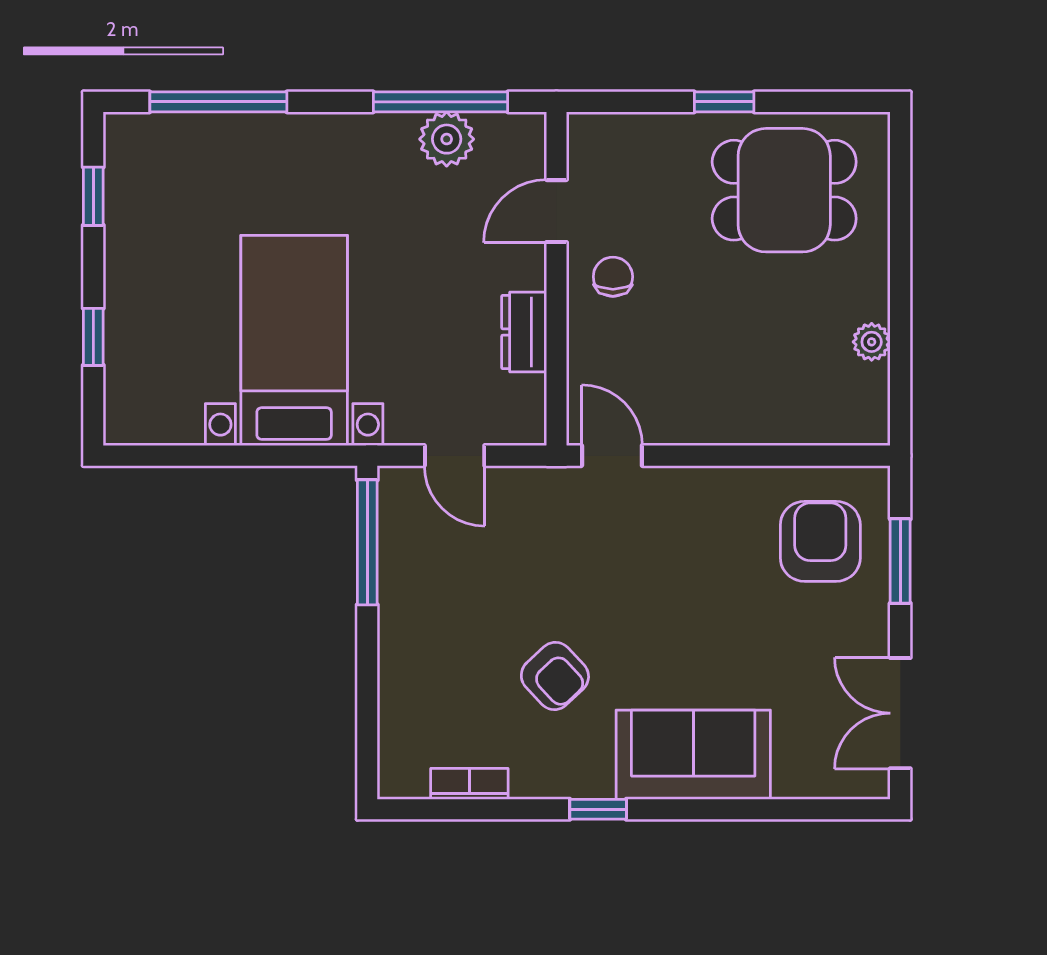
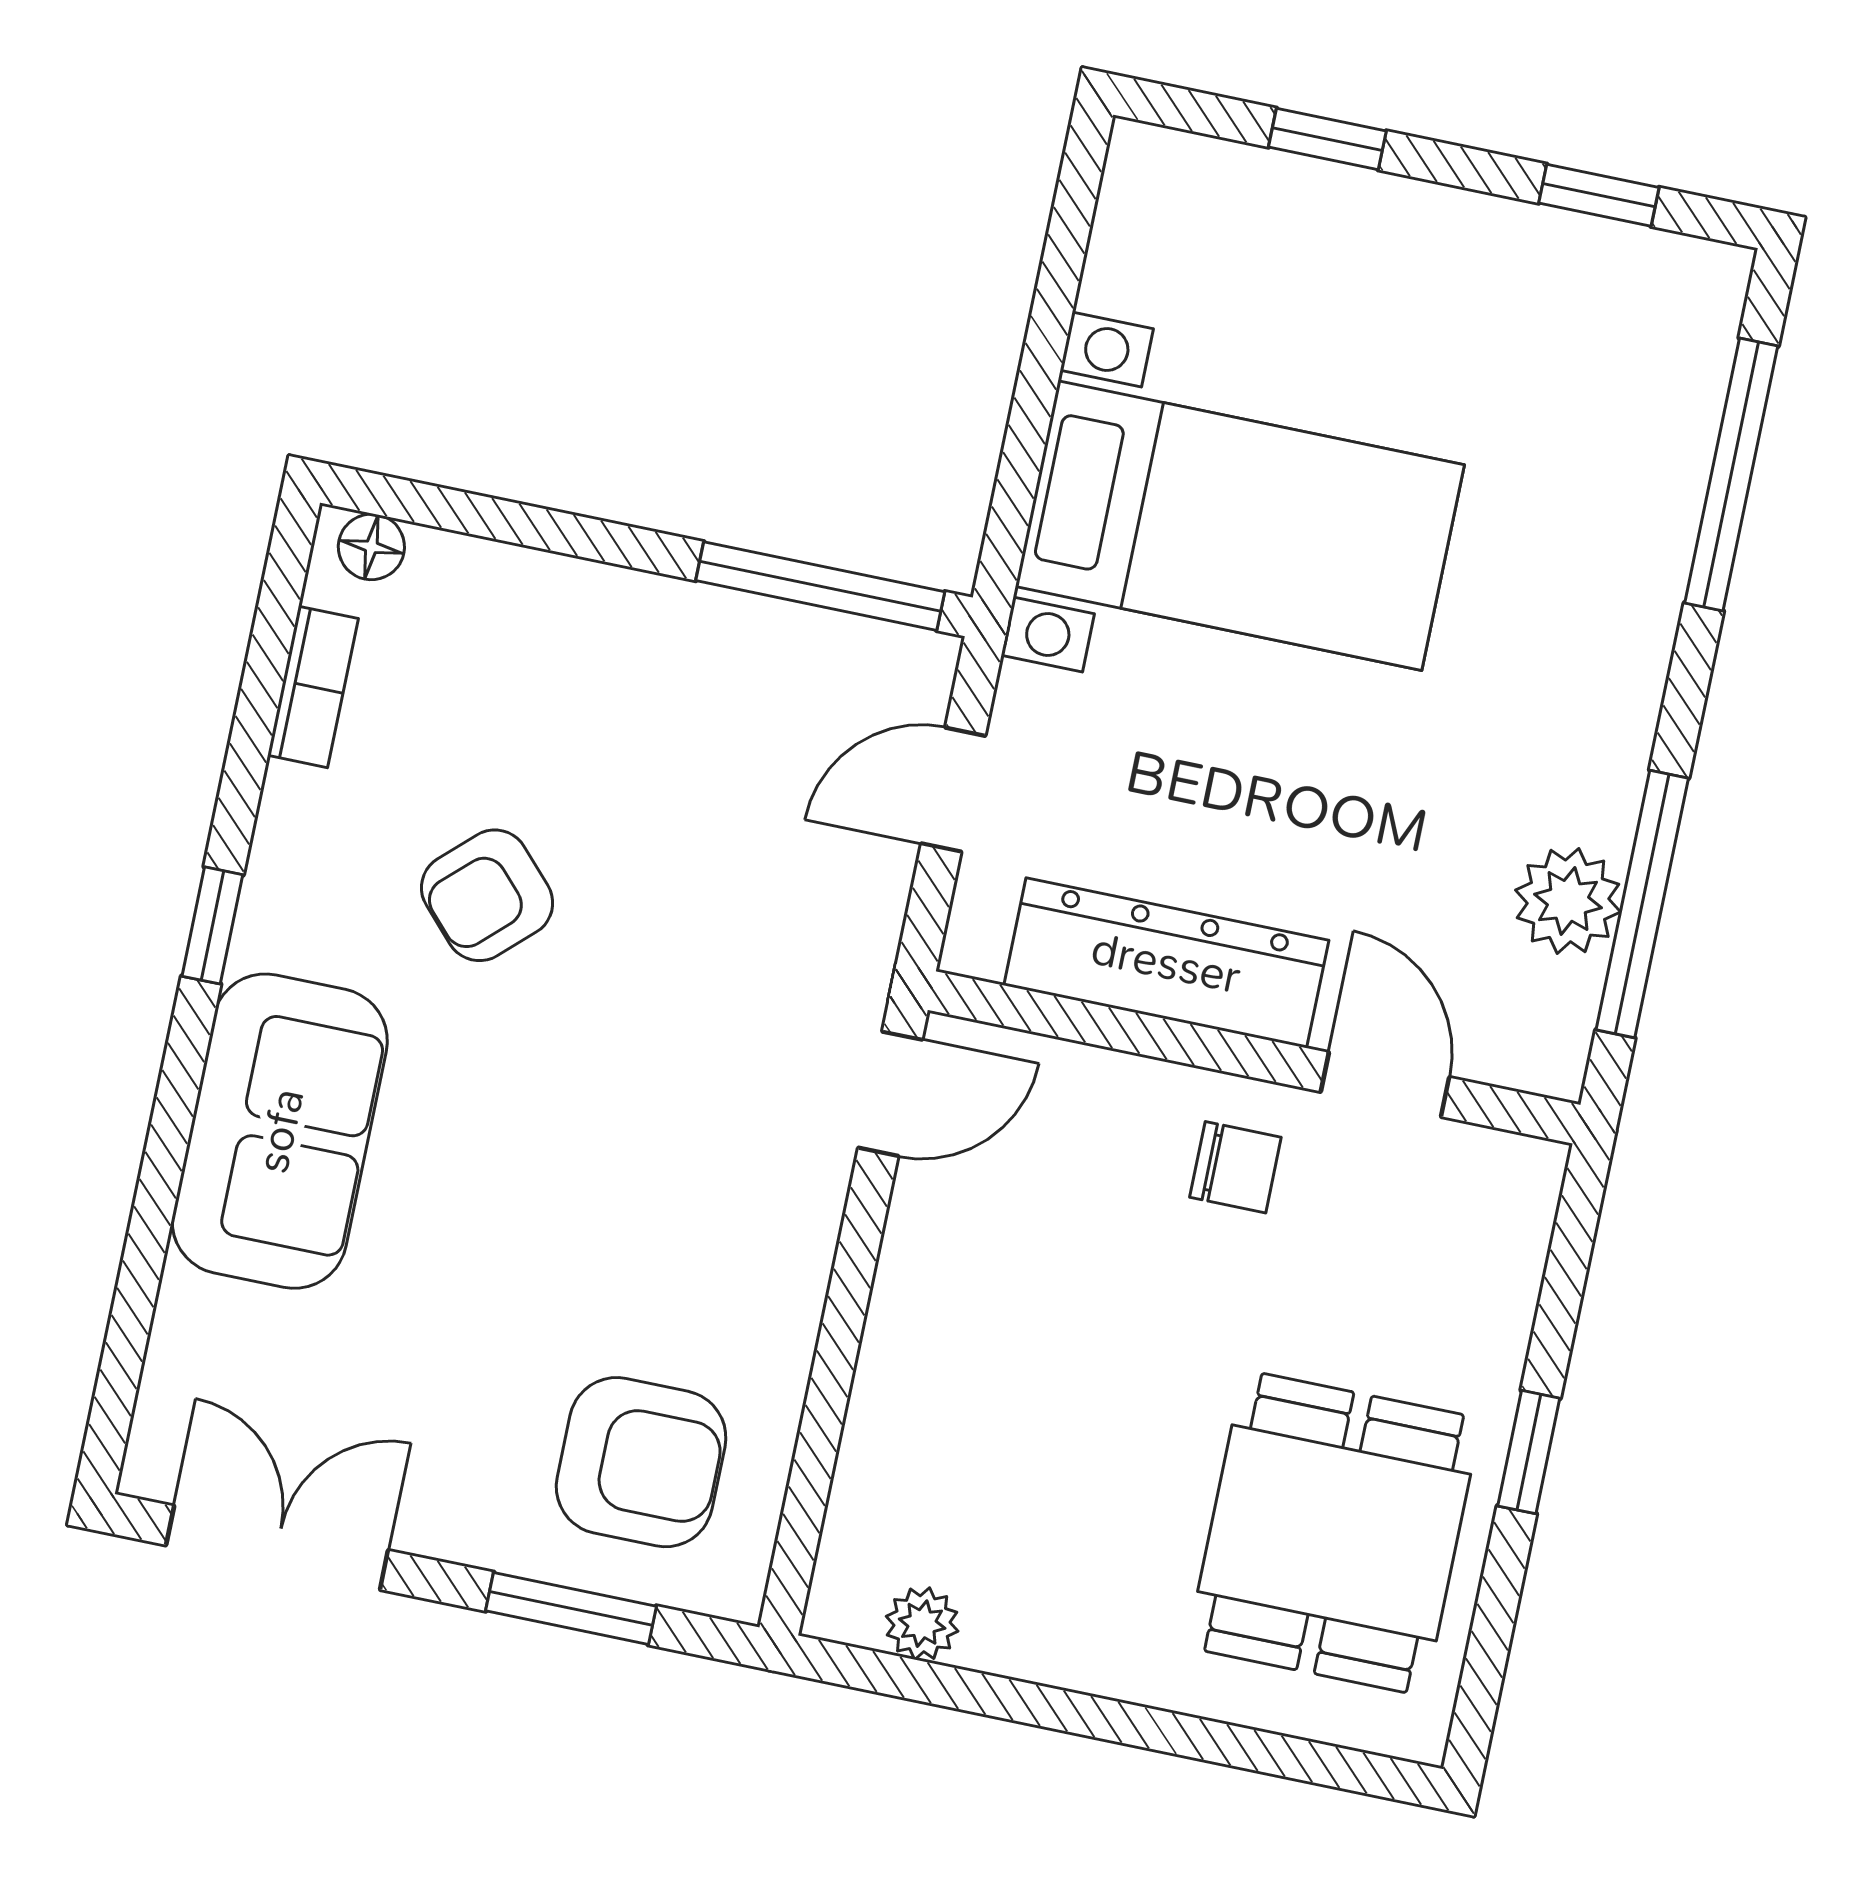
dresser: (524, 332) -> (1166, 963), width x1.96, depth x1.24
plant: (872, 342) -> (922, 1624), moved
floor lamp: (394, 769) -> (371, 547), added

